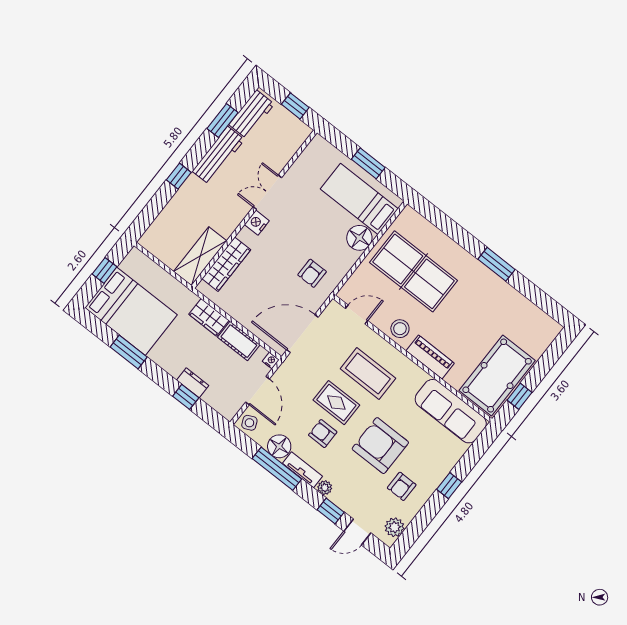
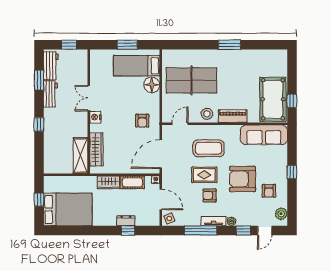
workbench: (218, 155) -> (50, 94), width x0.73
window: (129, 352) -> (82, 230), removed
floor lamp: (279, 446) -> (193, 219), removed

